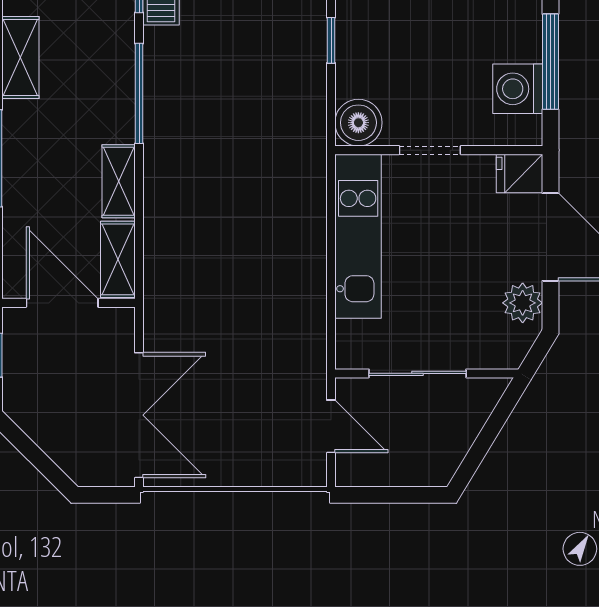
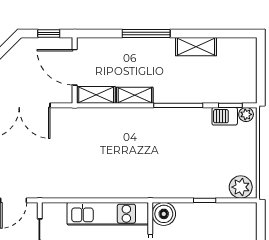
door: (62, 303) -> (75, 67), swing flipped

